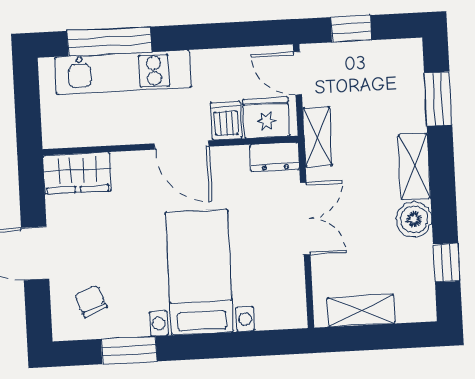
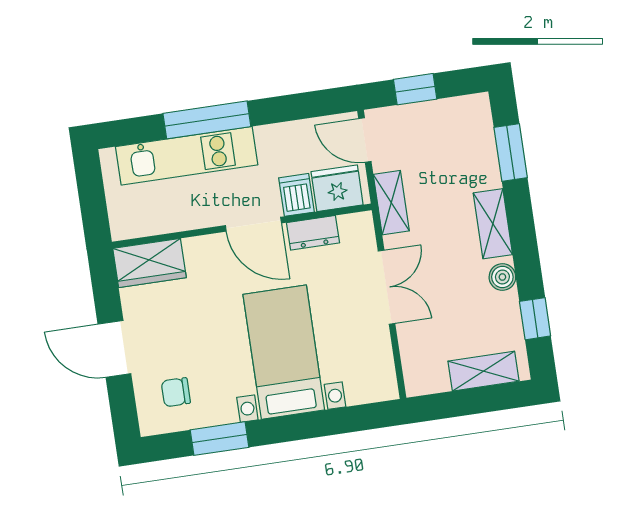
window: (109, 41) -> (207, 120), moved
dresser: (275, 157) -> (313, 233), moved
boiler: (414, 219) -> (502, 277), width x0.73, depth x0.73
chair: (91, 301) -> (176, 392), turned -68
shelving: (361, 310) -> (483, 371), moved

